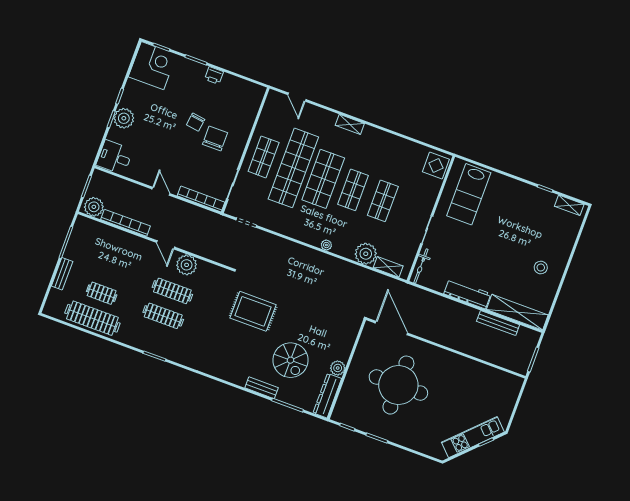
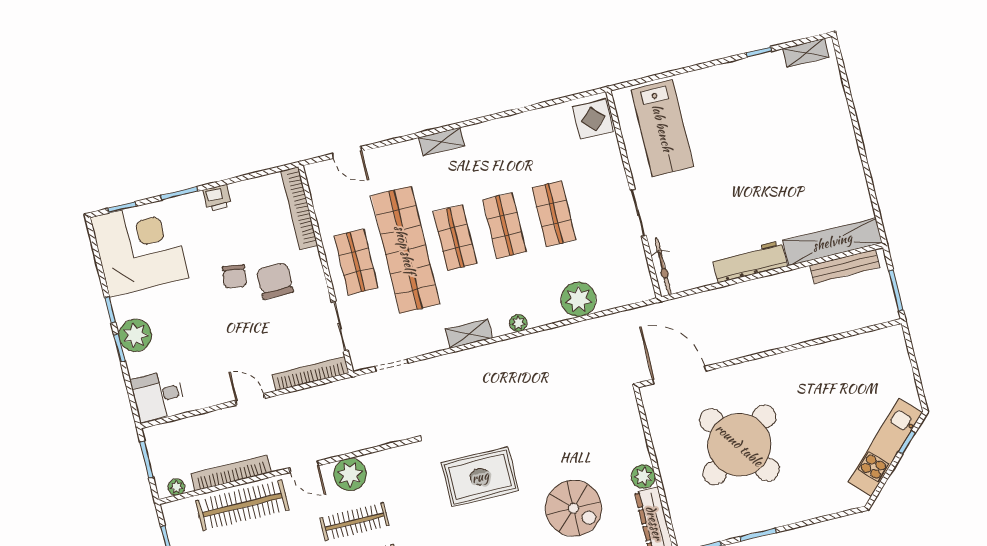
corner desk: (152, 66) -> (140, 248), width x1.36, depth x1.36
bookcase: (253, 109) -> (299, 208), added
shop shelf: (323, 179) -> (455, 238), width x0.70, depth x0.74
plant: (94, 207) -> (176, 487), width x0.53, depth x0.53
clothes rail: (120, 243) -> (242, 505), added
shelving: (388, 267) -> (469, 334), moved
stool: (541, 267) -> (824, 161), removed
bench: (498, 323) -> (845, 266), moved
round table: (398, 385) -> (739, 445), turned -35

